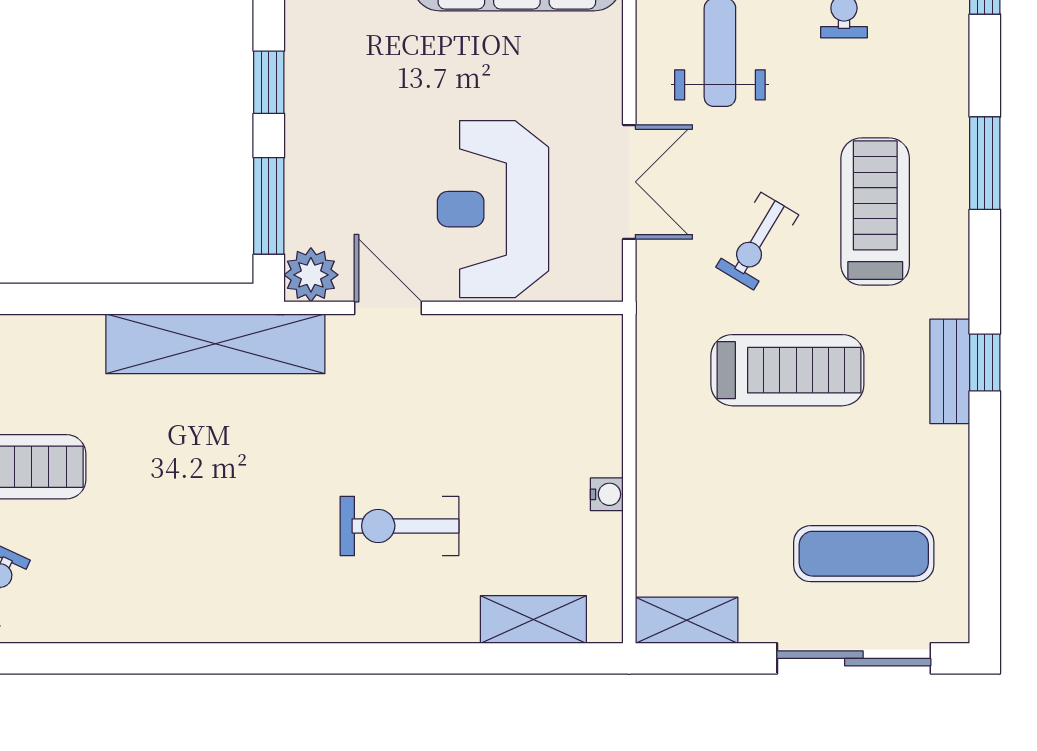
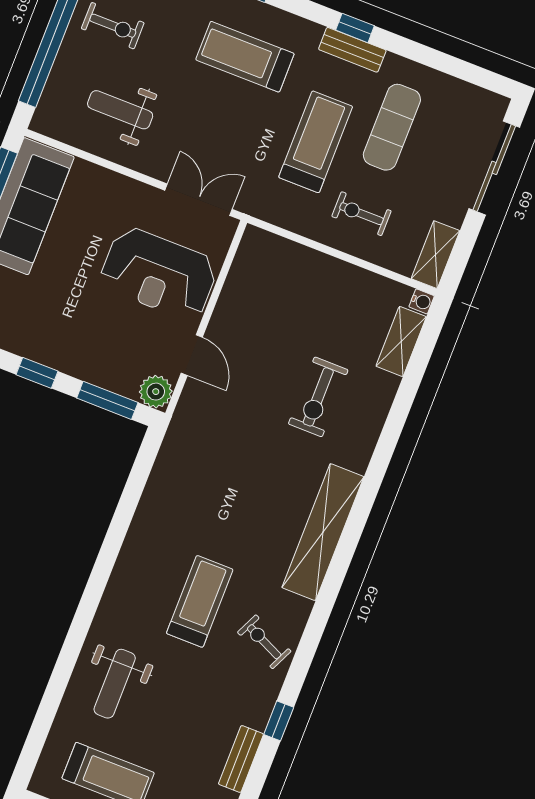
double door: (629, 182) -> (199, 200), moved
exercise bike: (757, 241) -> (361, 214), moved, turned 149
door: (388, 308) -> (192, 355), swing flipped
shelving: (215, 344) -> (323, 532), moved
water cooler: (607, 494) -> (422, 301), moved, turned 90
exercise mat: (864, 554) -> (392, 127), moved

